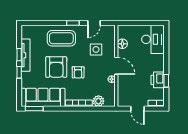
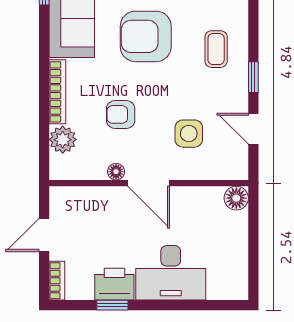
coffee table: (61, 38) -> (216, 49), width x0.54, depth x0.58
desk: (153, 39) -> (171, 273), moved
floor lamp: (122, 44) -> (236, 198), moved
door: (116, 66) -> (149, 183), hinge flipped
armchair: (78, 72) -> (121, 114), moved

